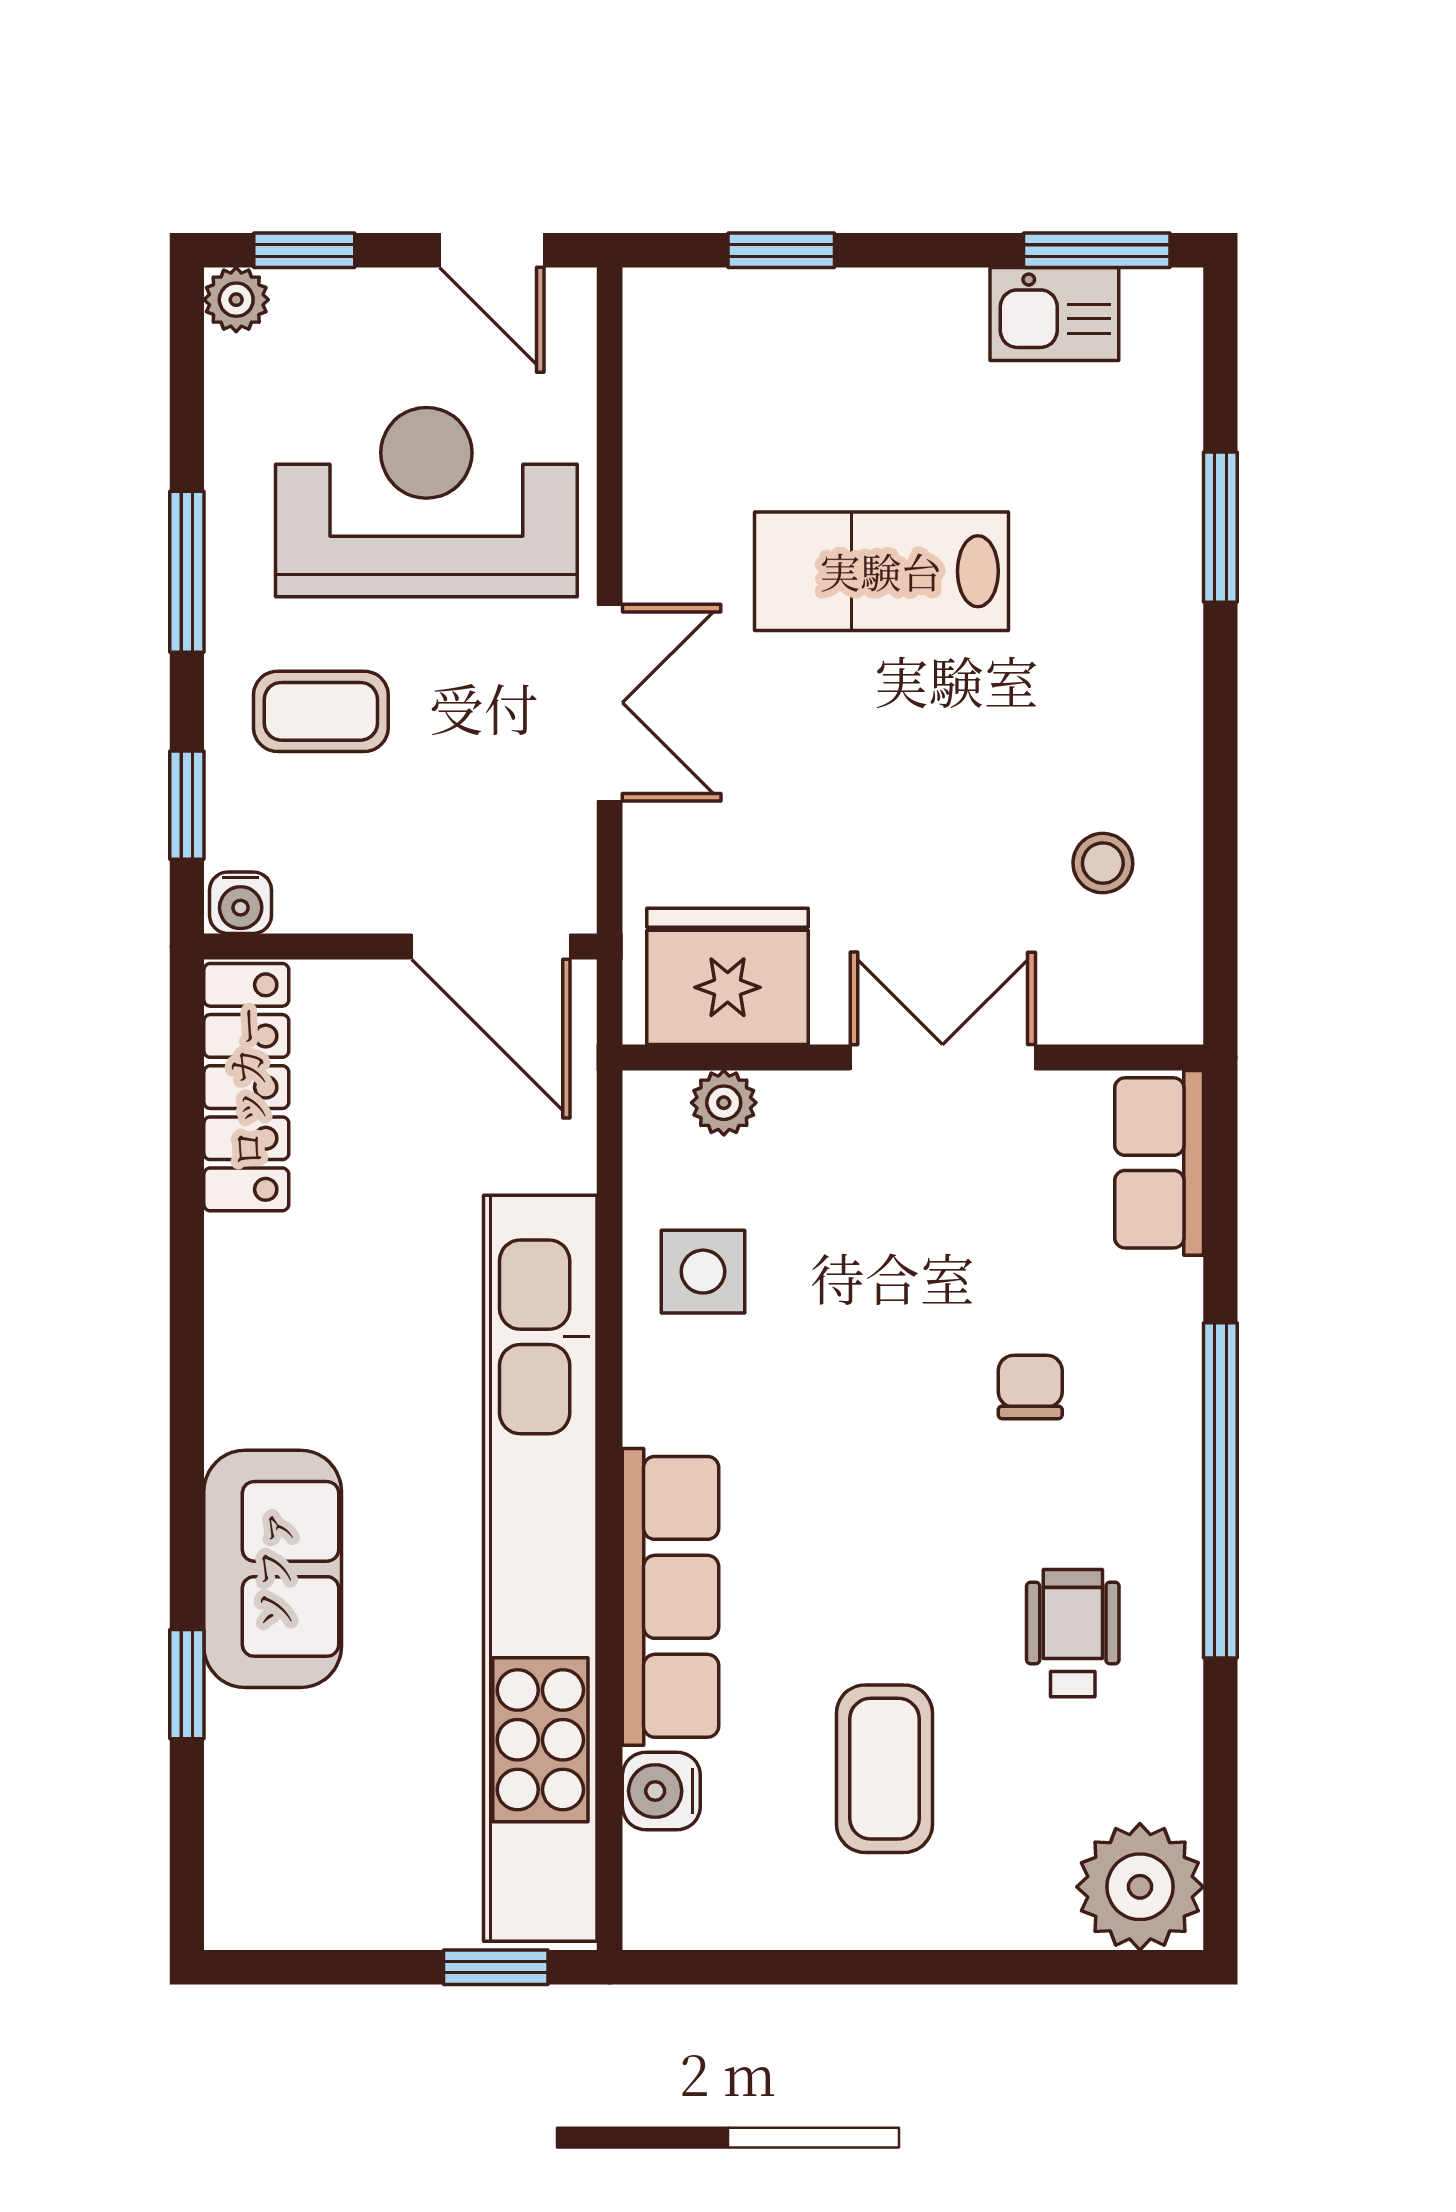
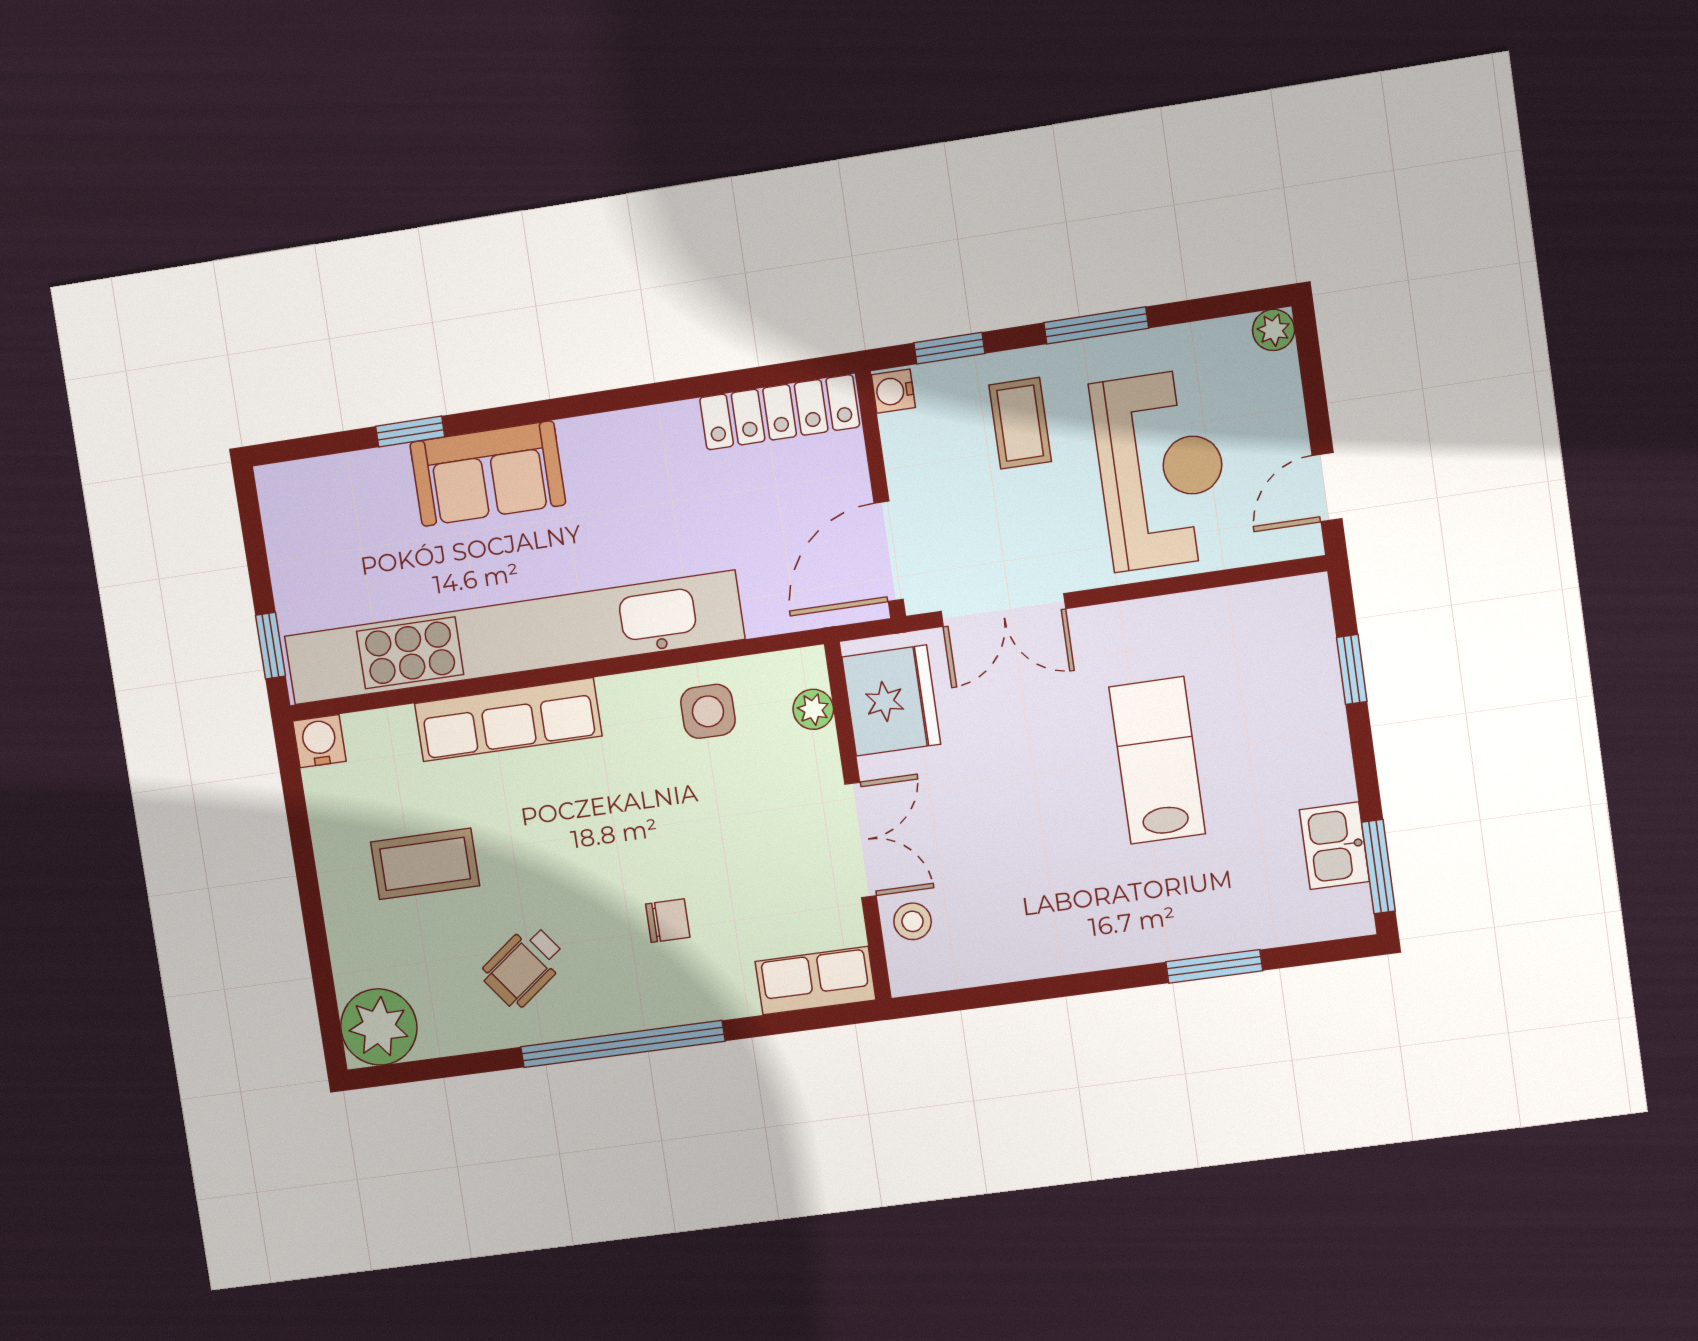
window: (304, 250) -> (1311, 368), removed
double door: (610, 703) -> (1003, 610), moved
stool: (1103, 863) -> (913, 921), moved
wheelchair: (1073, 1633) -> (523, 966), turned 143
water cooler: (661, 1791) -> (319, 741), moved

